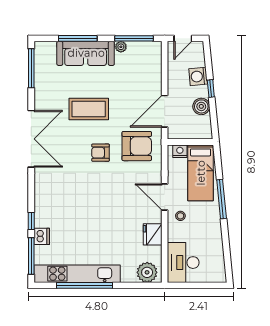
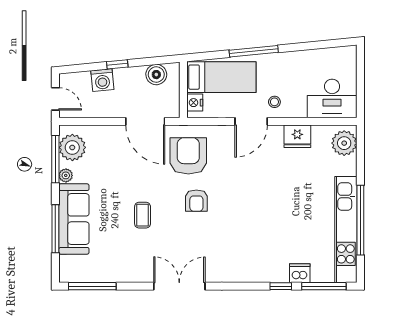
plant: (144, 52) -> (72, 147), added
boiler: (201, 106) -> (156, 75), moved
coffee table: (89, 109) -> (143, 215), width x0.54, depth x0.58
double door: (31, 139) -> (179, 286), width x0.73

